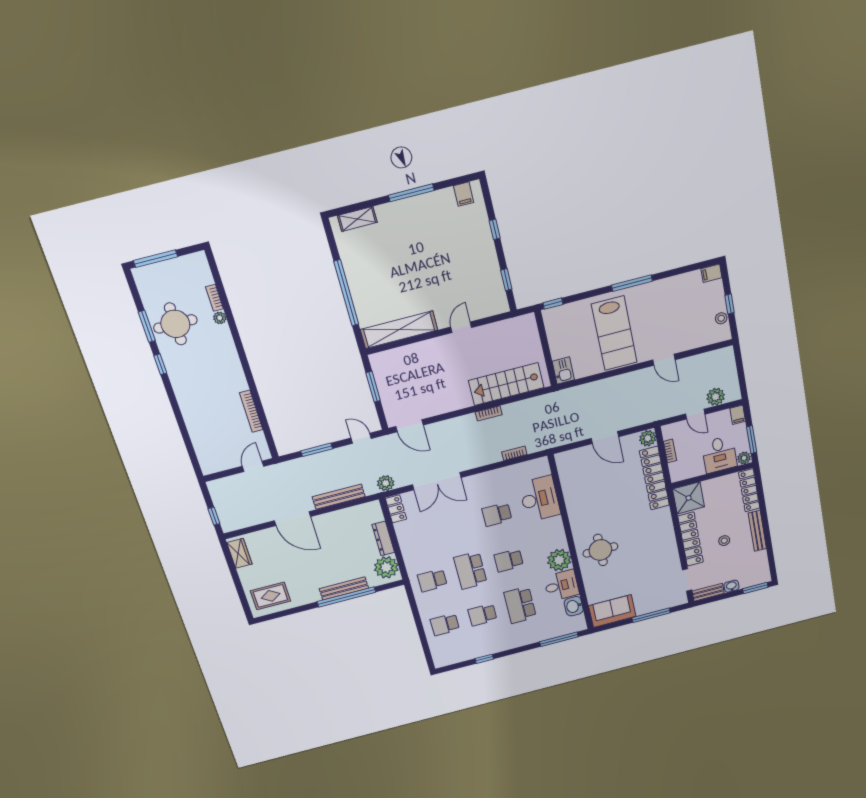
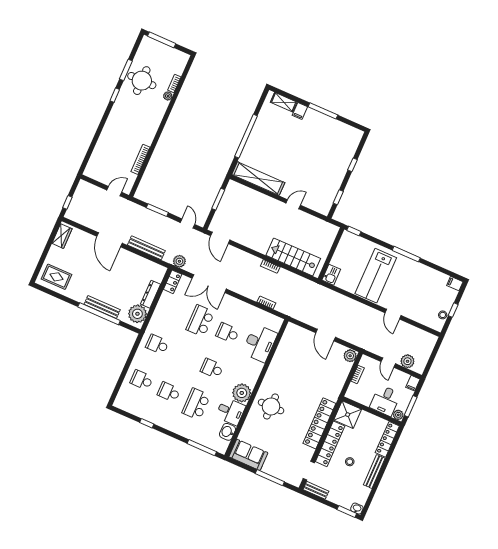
filing cabinet: (464, 194) -> (300, 111), moved
locker: (654, 478) -> (319, 423), moved
school desk: (470, 570) -> (200, 321), moved
washbasin: (731, 586) -> (357, 509), moved

